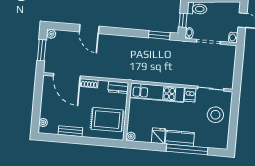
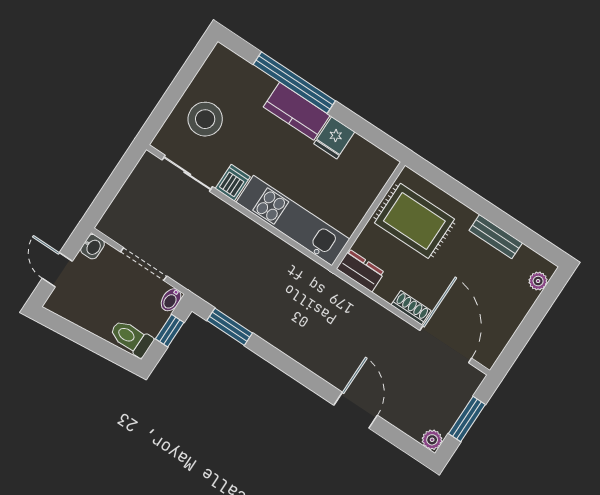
plant: (131, 136) -> (387, 165), removed

